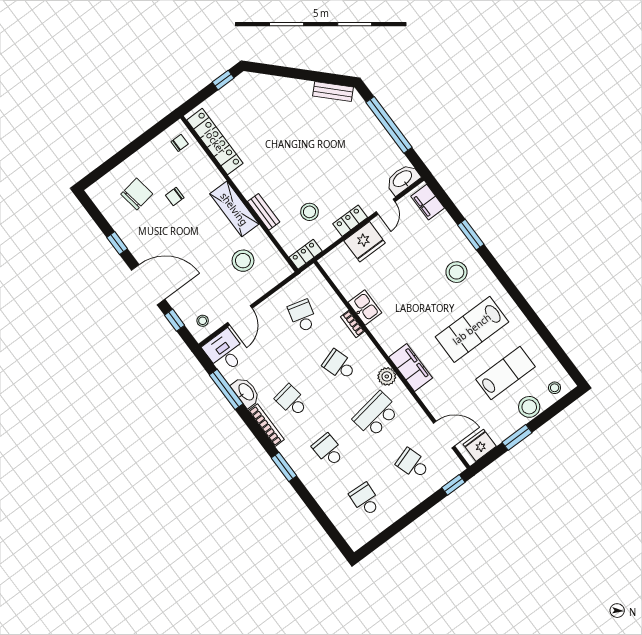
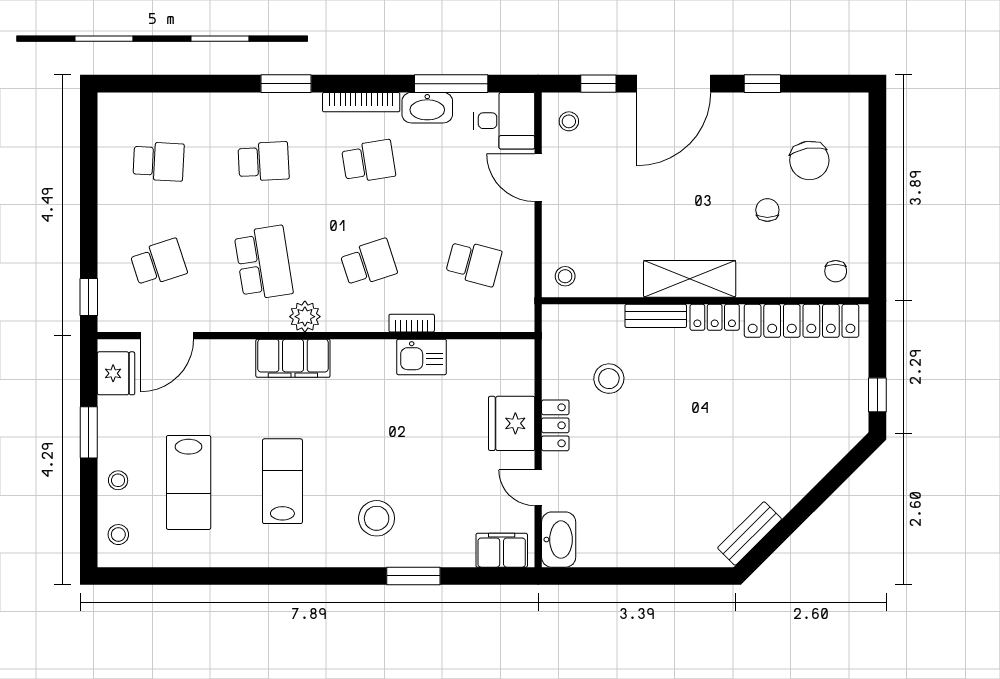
window: (389, 125) -> (647, 576), removed
locker: (306, 254) -> (715, 317), moved, turned 90
stool: (243, 261) -> (565, 276), moved, width x0.53, depth x0.53
lab bench: (472, 329) -> (282, 481), width x0.73, depth x0.72
stool: (529, 407) -> (118, 480), width x0.53, depth x0.53

